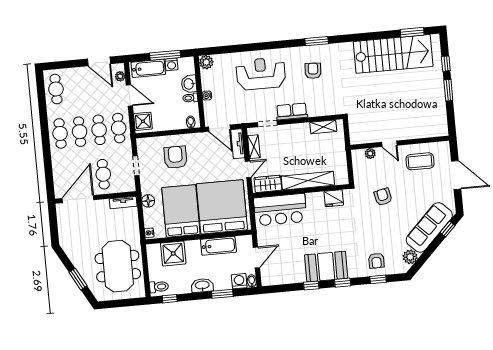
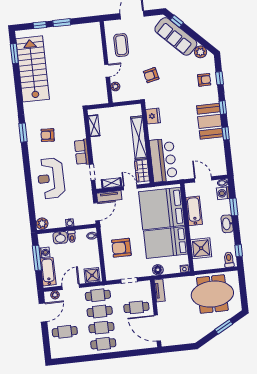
cafe table: (56, 89) -> (65, 332), moved

